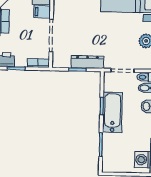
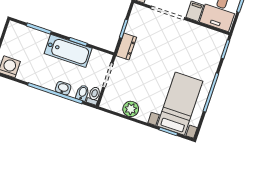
dresser: (87, 62) -> (126, 47), width x0.70

